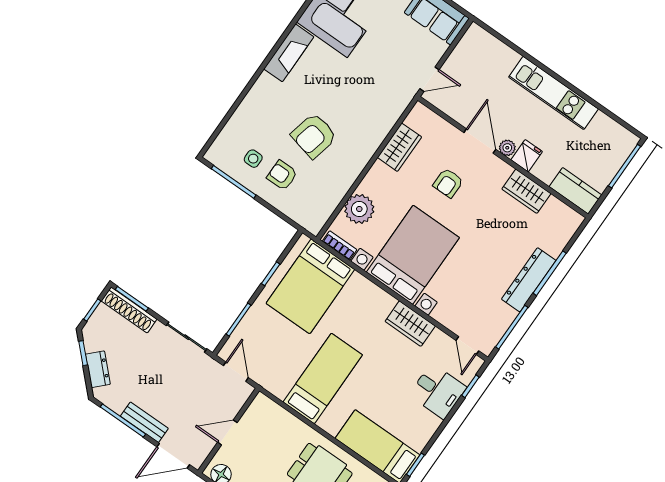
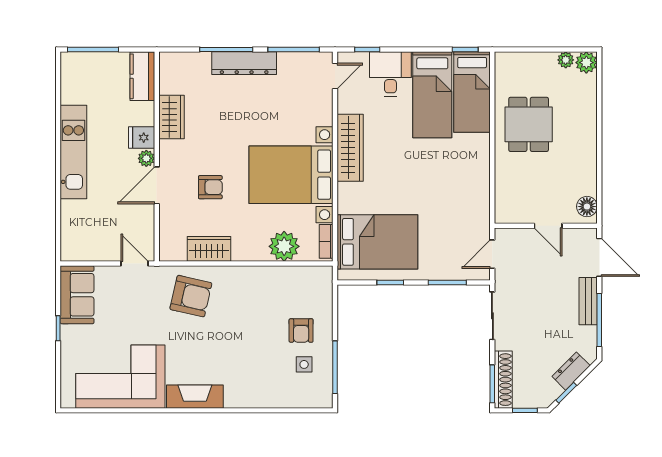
armchair: (314, 136) -> (191, 296), moved
wardrobe: (410, 324) -> (350, 148), width x1.50
bed: (323, 378) -> (432, 95), moved, turned -90

